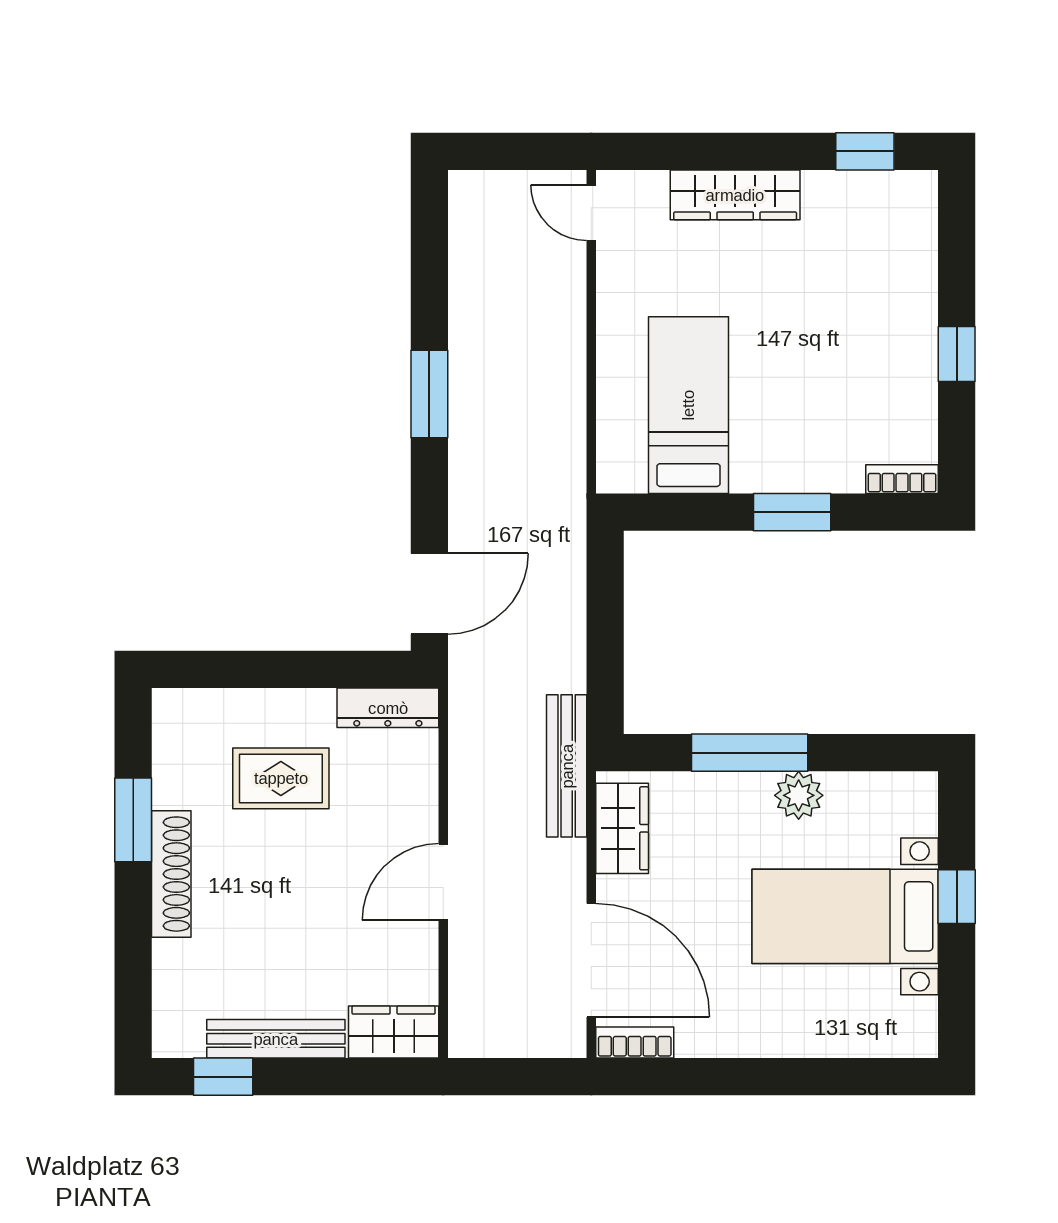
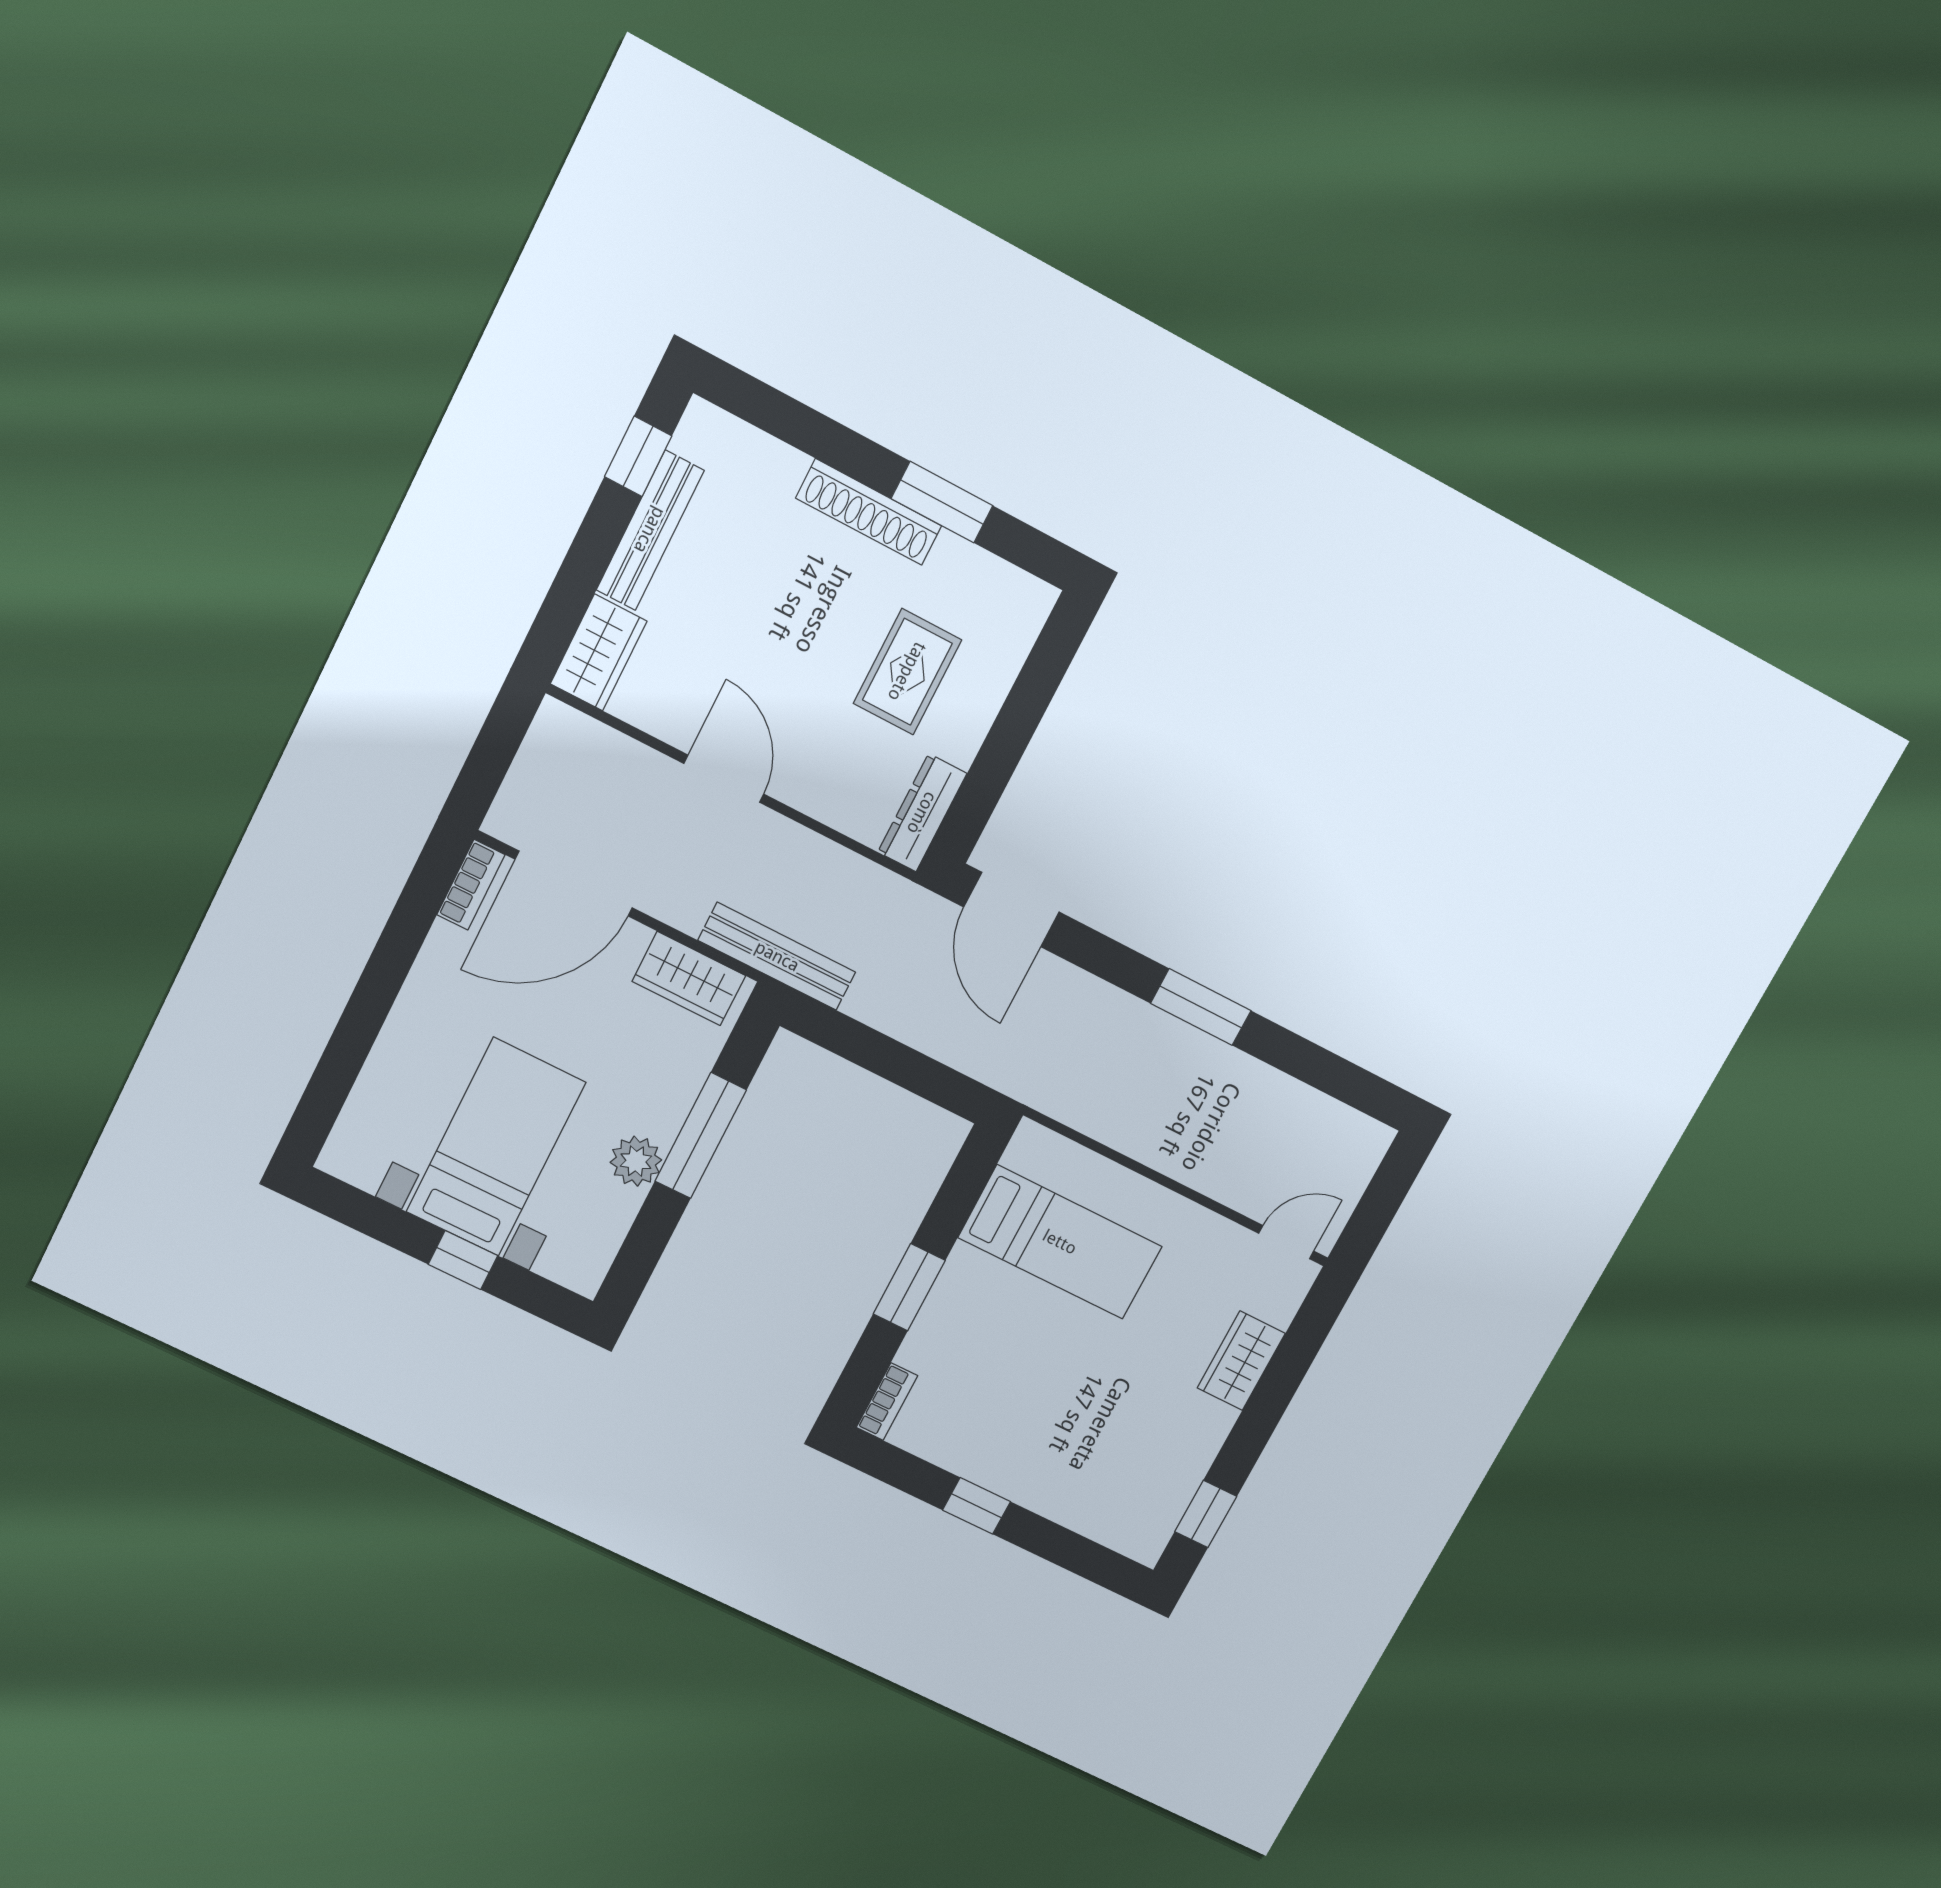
wardrobe: (735, 195) -> (1241, 1361), width x0.67

